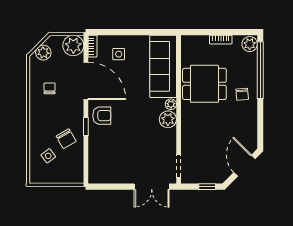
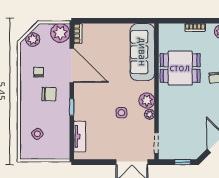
side table: (119, 54) -> (121, 113), moved
plant: (171, 104) -> (149, 114), moved
armchair: (102, 116) -> (86, 97), removed
chair: (66, 139) -> (49, 94), moved, turned -59
tv unit: (95, 159) -> (80, 137), added

